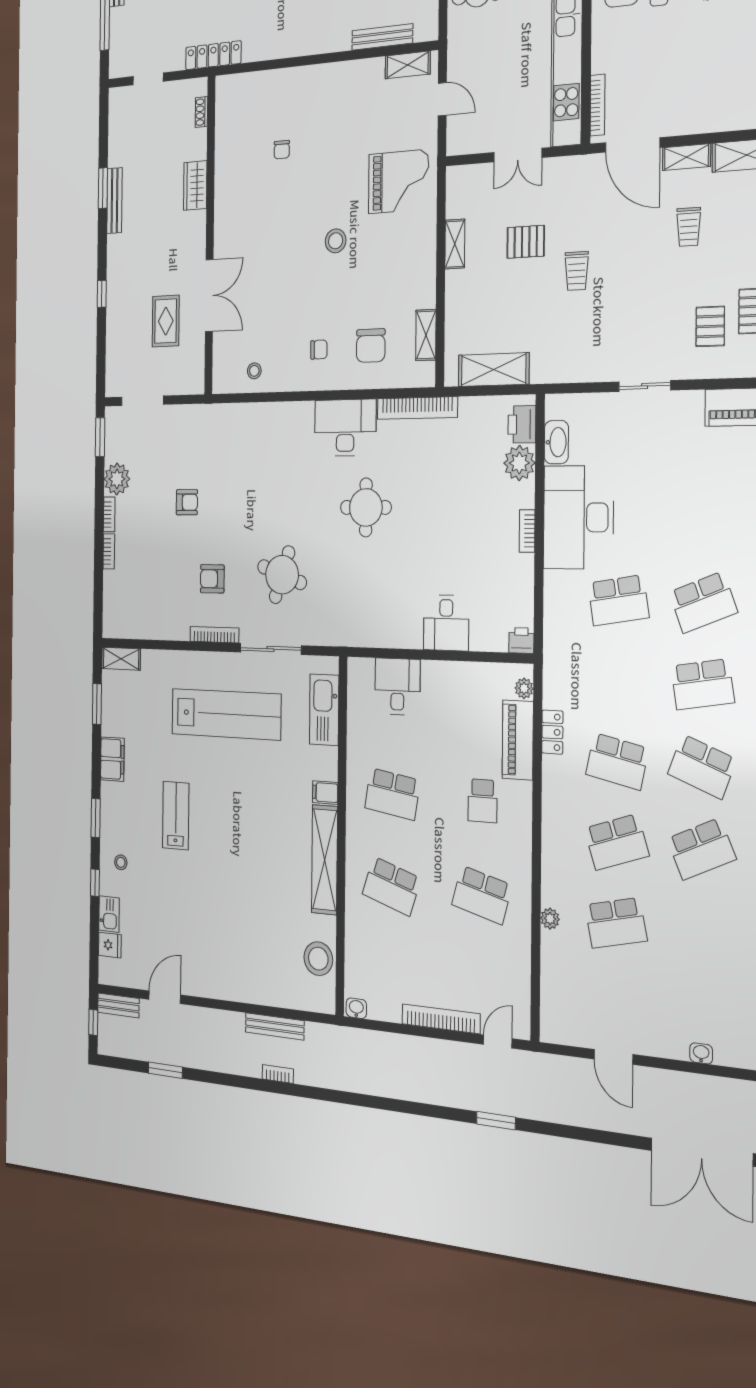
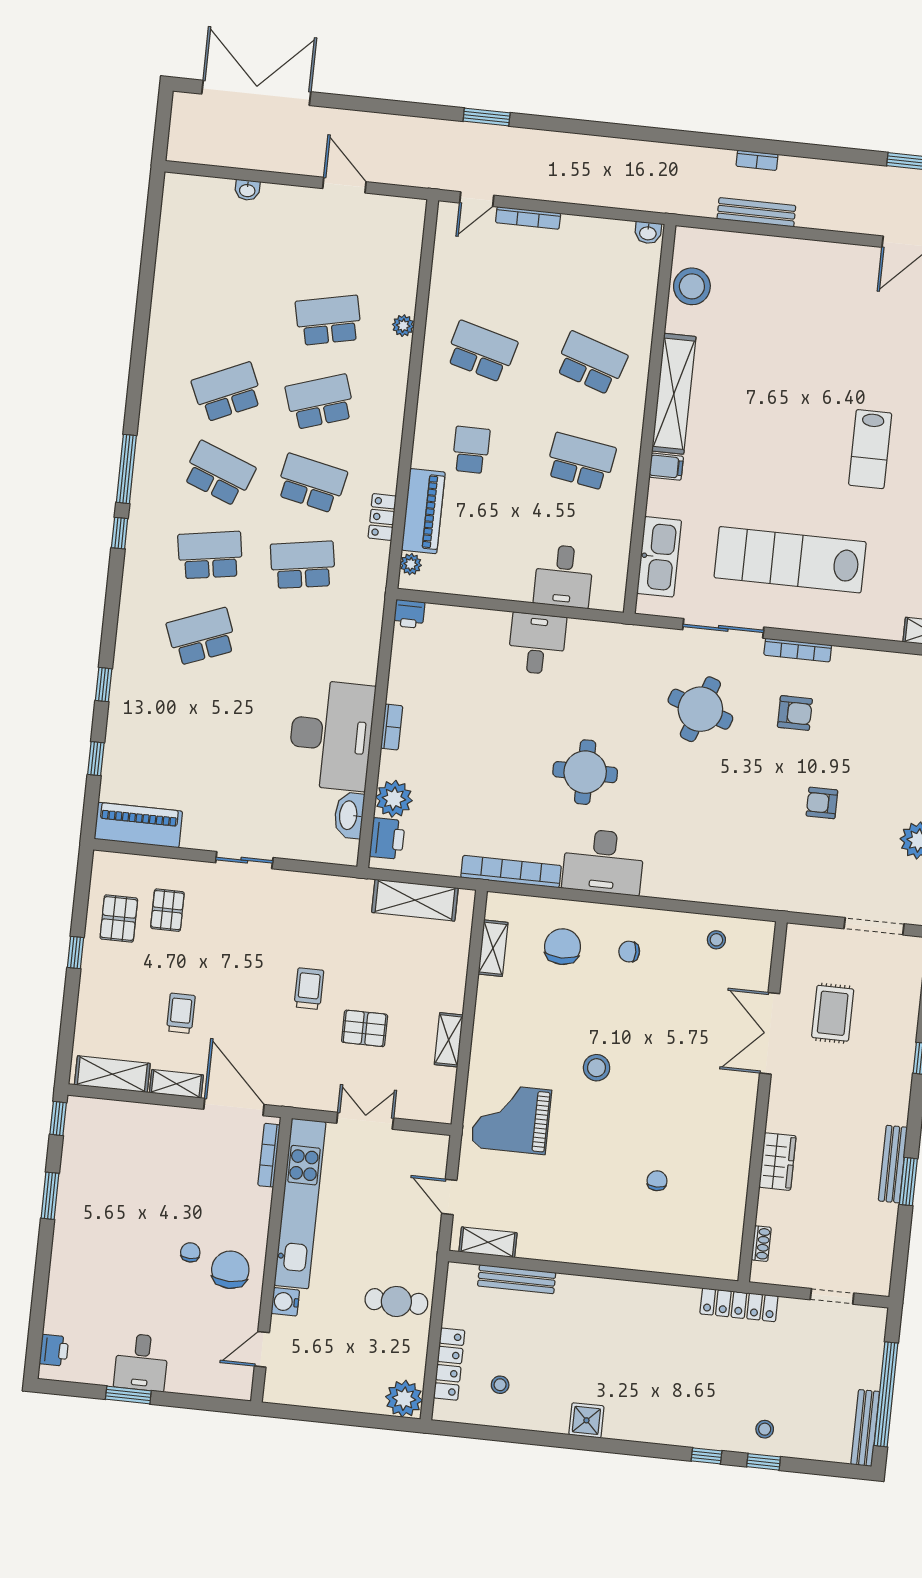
school desk: (618, 600) -> (303, 565), moved
desk: (446, 623) -> (537, 644), moved
bookcase: (441, 1019) -> (528, 218), width x0.68, depth x0.76

